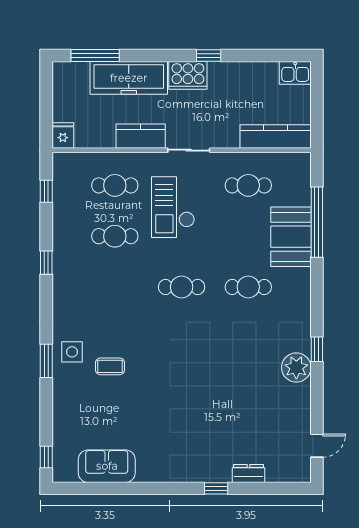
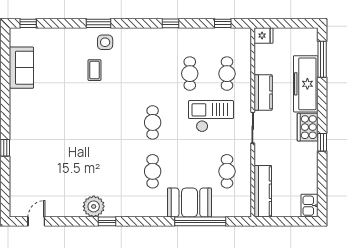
door: (317, 446) -> (36, 221), swing flipped
dresser: (248, 473) -> (16, 171), removed

